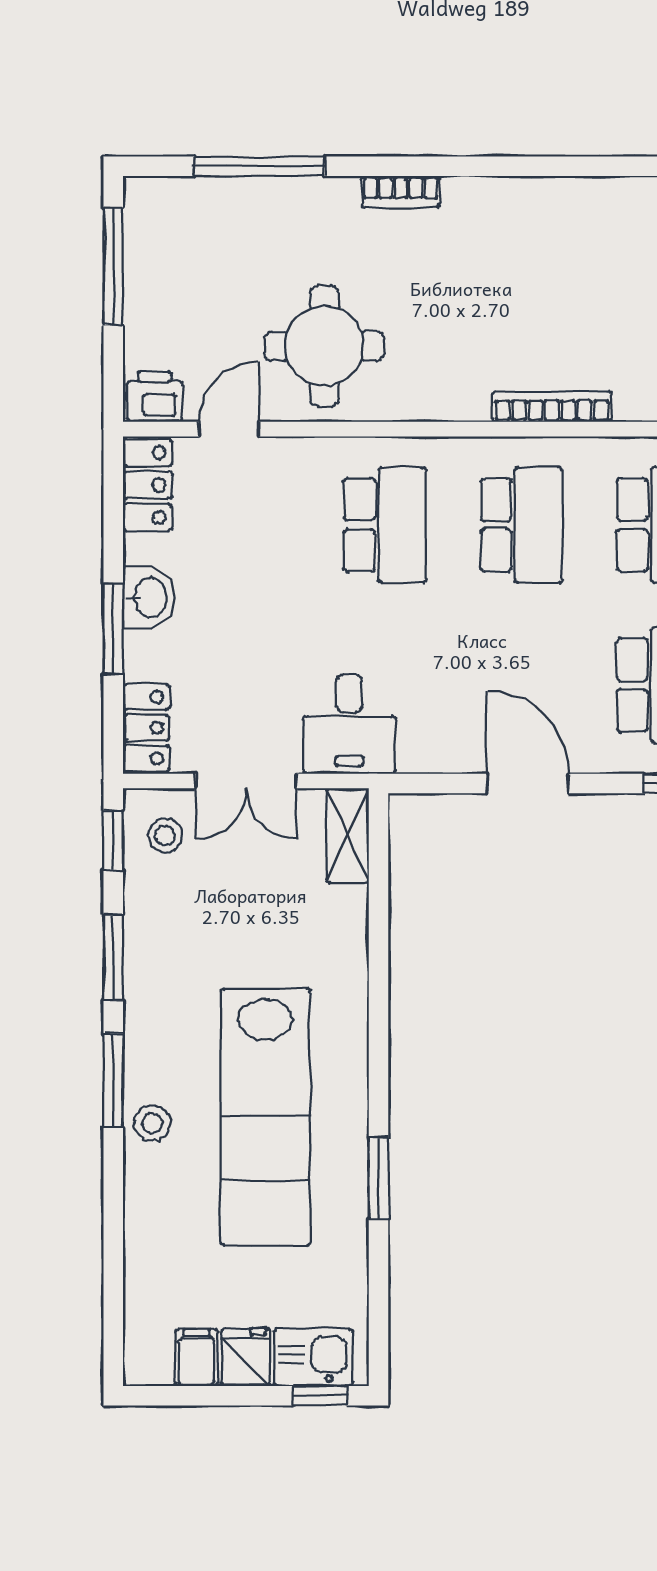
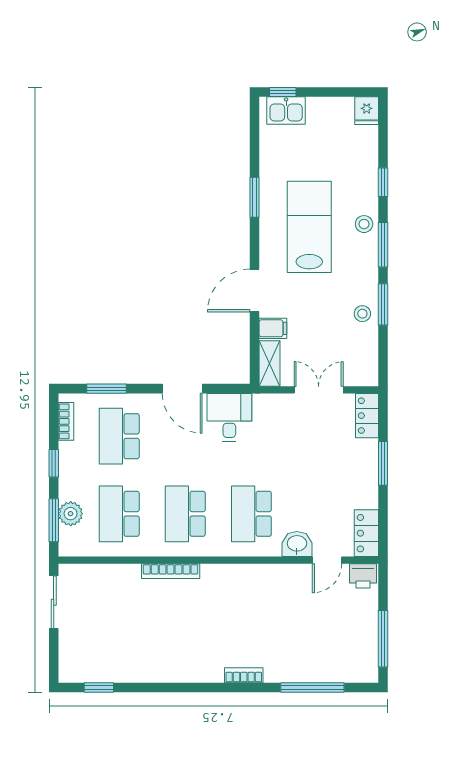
round table: (324, 346) -> (281, 600), removed
washbasin: (149, 598) -> (297, 544), moved, turned 90
desk: (349, 724) -> (229, 417), moved
stool: (165, 836) -> (362, 314), moved
window: (113, 840) -> (383, 182), moved
door: (378, 986) -> (255, 290), added
lab bench: (265, 1117) -> (309, 227), width x0.73
fridge: (246, 1357) -> (367, 111), moved
filing cabinet: (196, 1358) -> (273, 328), moved, turned -90

